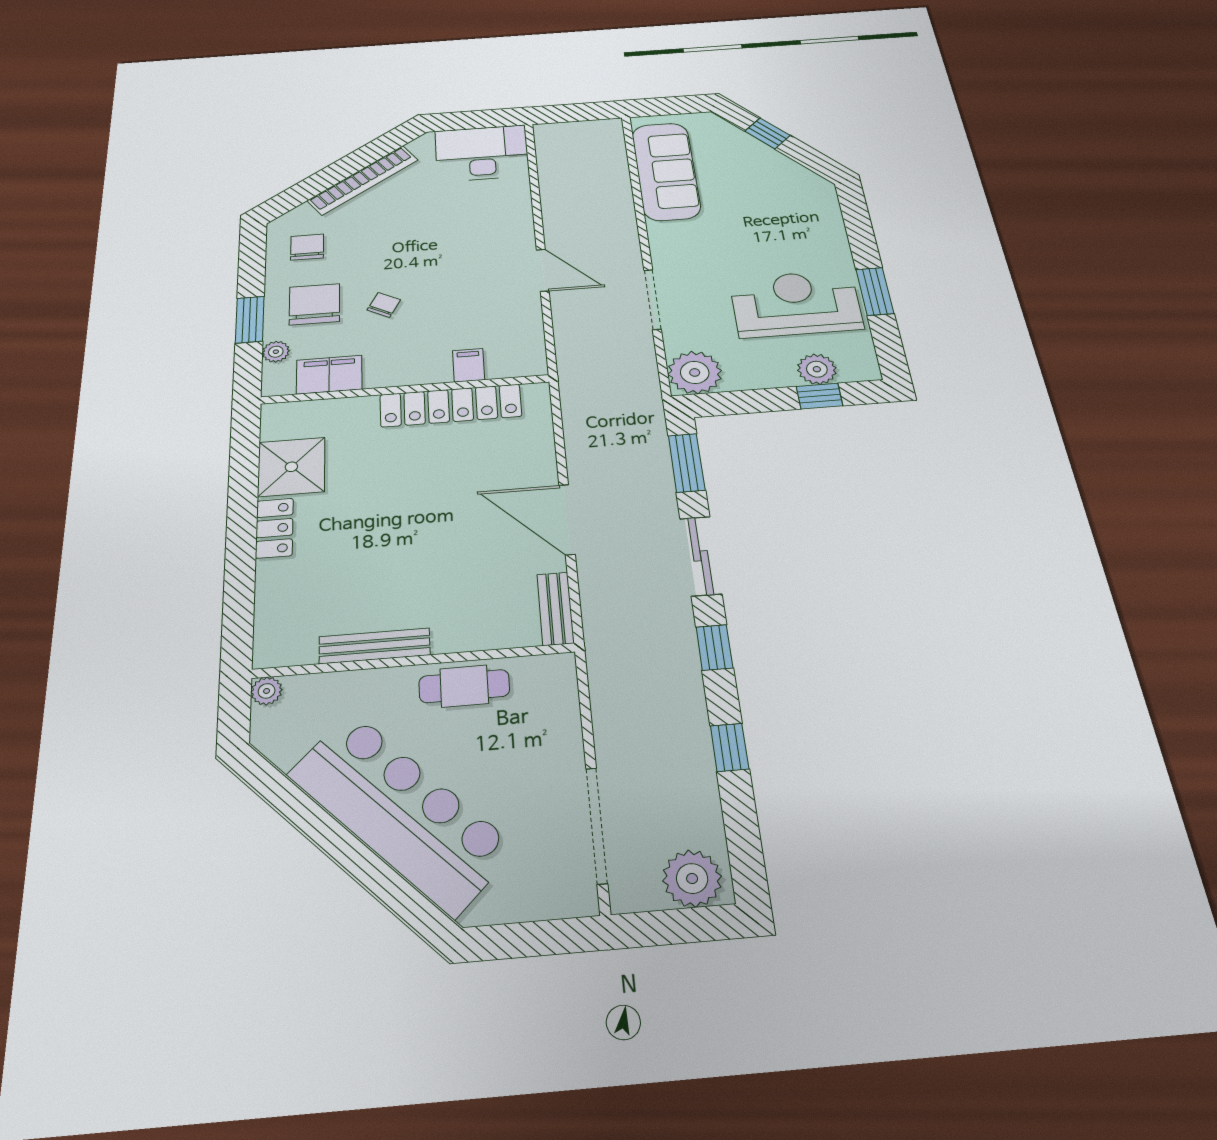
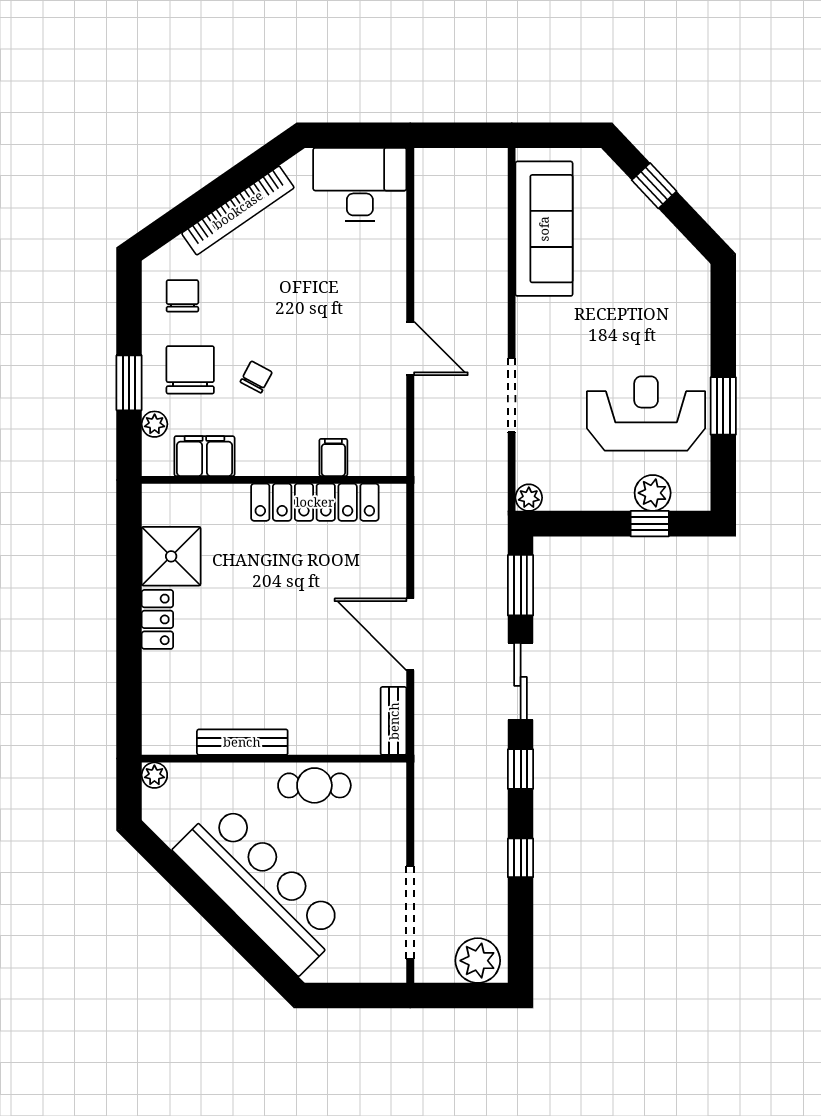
plant: (695, 372) -> (529, 498), width x0.53, depth x0.53

